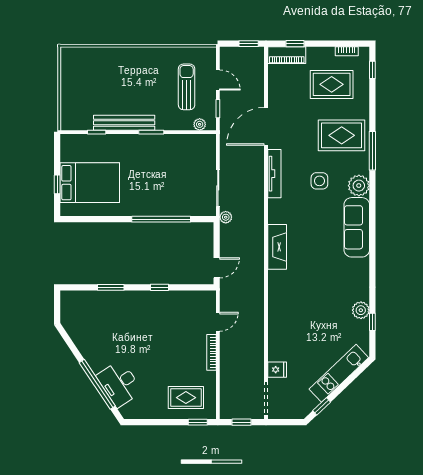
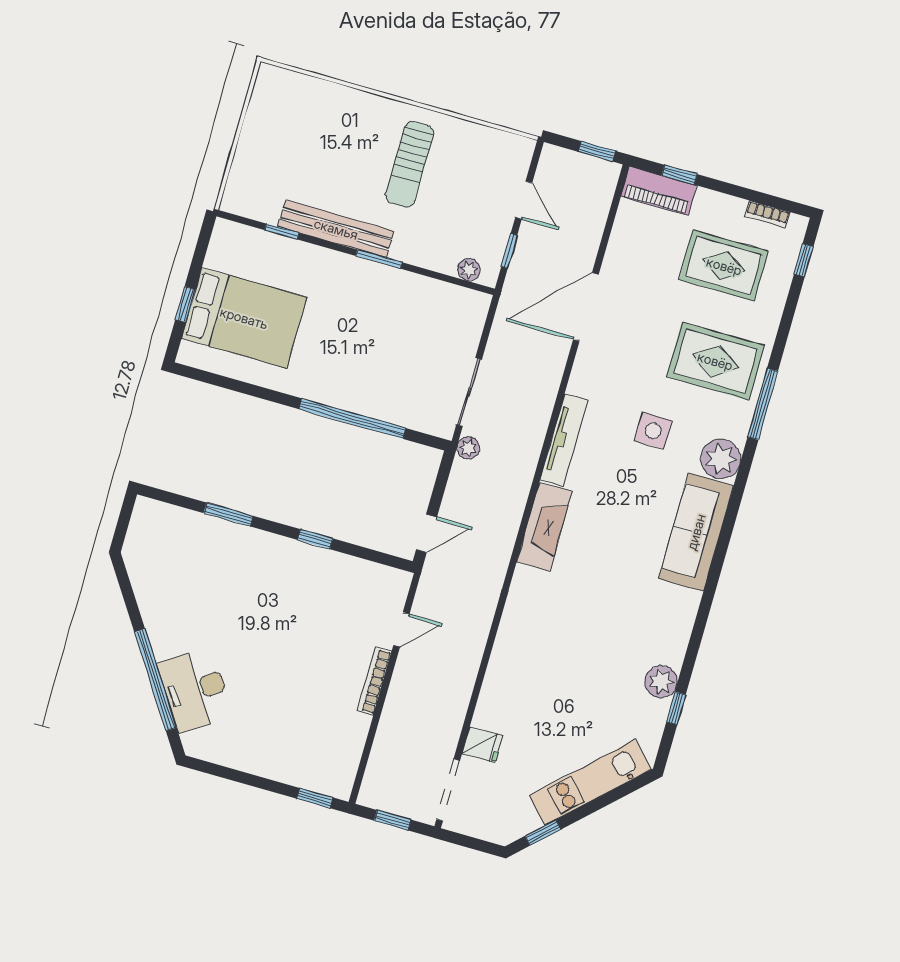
sun lounger: (187, 87) -> (410, 164), moved, turned 180
tv unit: (274, 174) -> (564, 440), moved
rug: (186, 398) -> (306, 748), removed

